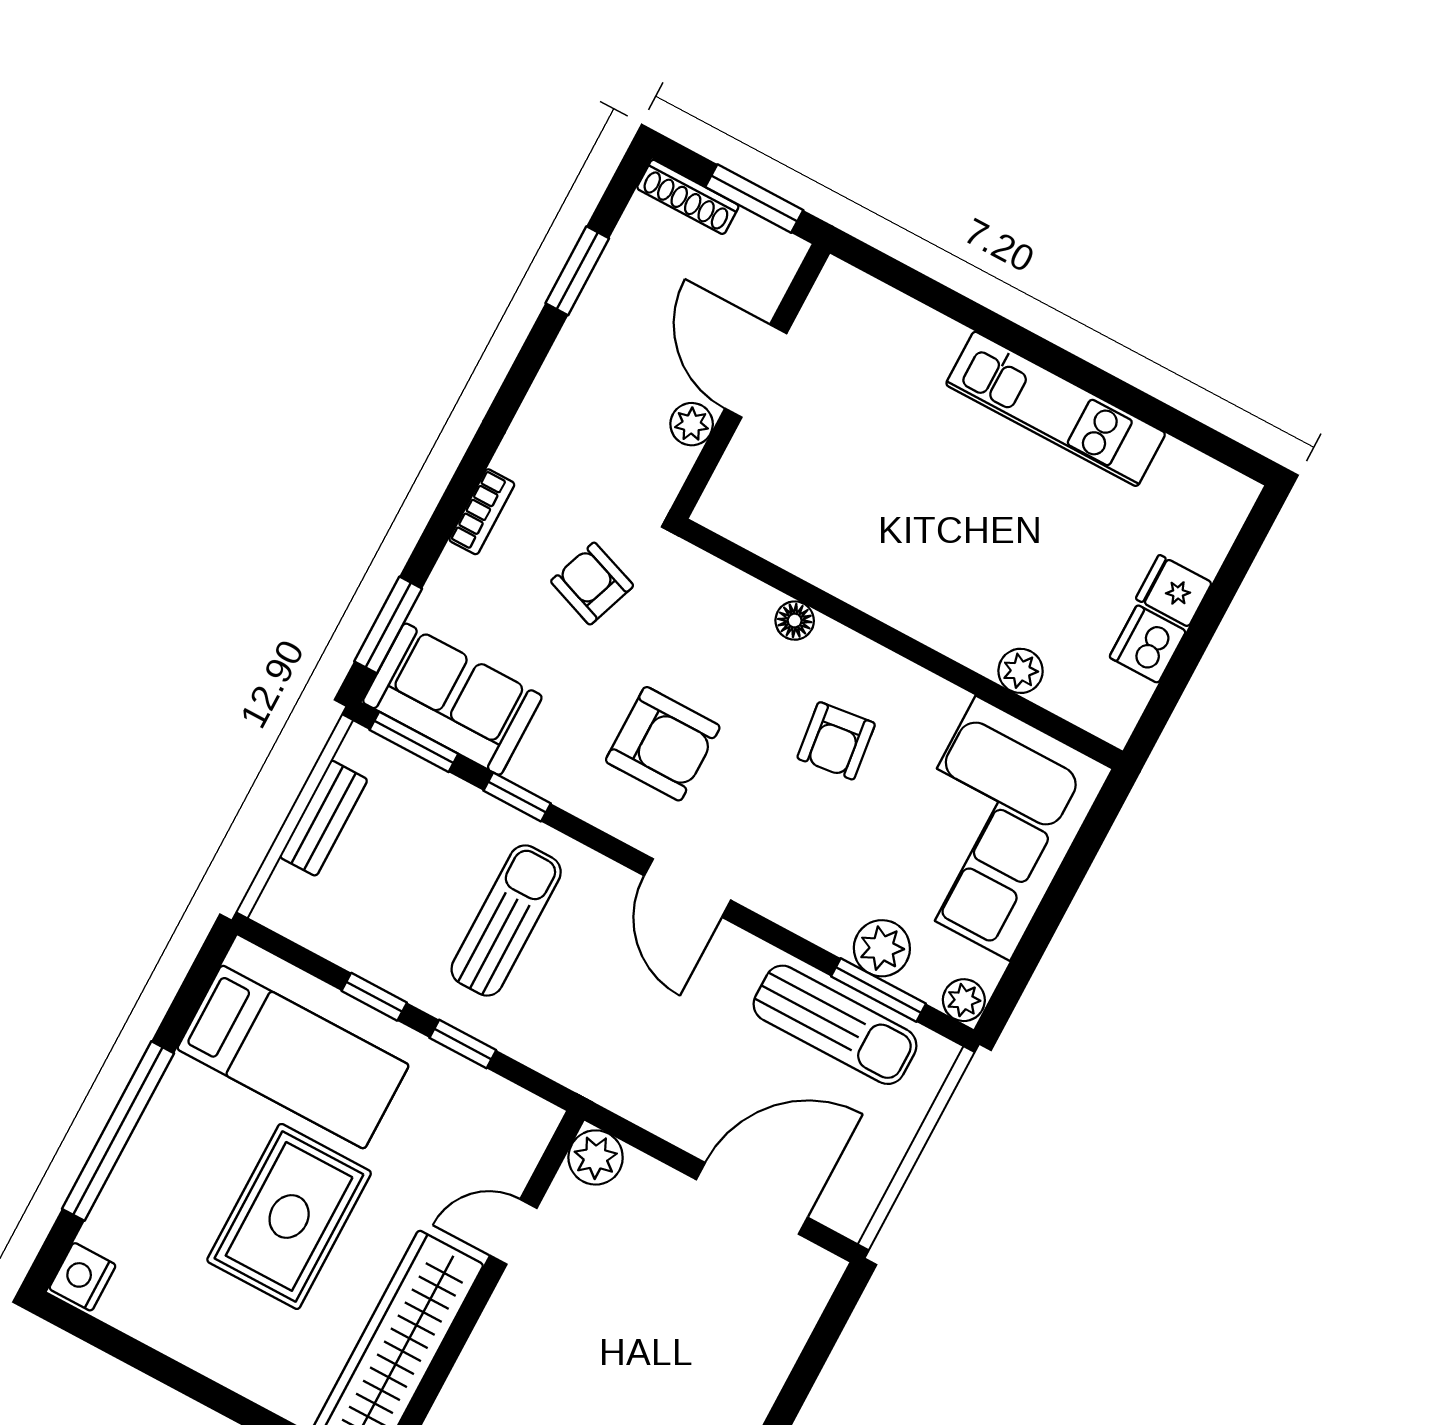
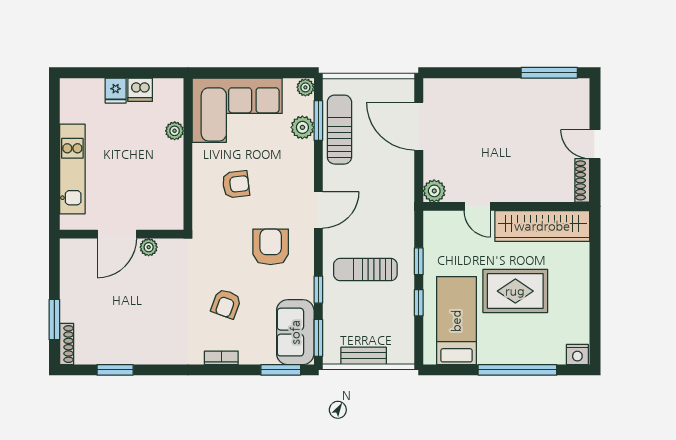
door: (756, 371) -> (117, 234), moved
wall: (750, 381) -> (122, 234), moved
plant: (692, 424) -> (149, 247), moved
floor lamp: (795, 621) -> (200, 223), removed

